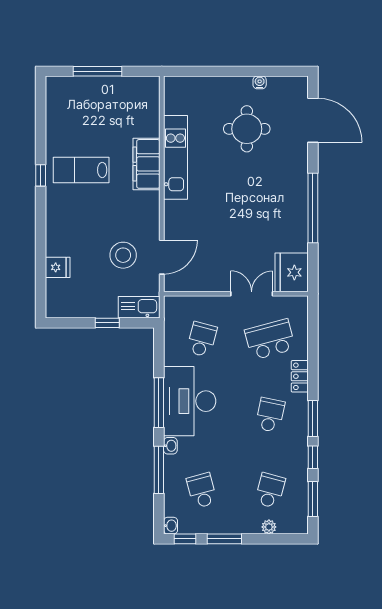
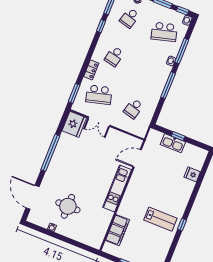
kitchen unit: (175, 157) -> (117, 189), moved
filing cabinet: (146, 164) -> (117, 230), moved
stool: (123, 255) -> (156, 167), removed
kitchen sink: (139, 307) -> (173, 143), moved
desk: (190, 401) -> (152, 80), removed
window: (313, 418) -> (74, 93), moved
school desk: (202, 491) -> (164, 32), width x1.85

